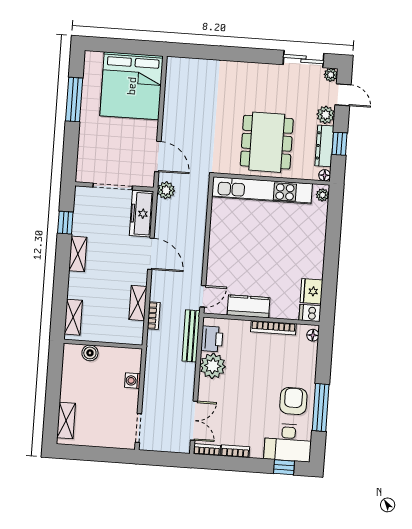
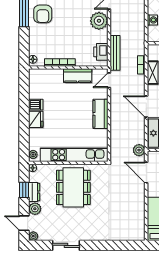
sliding door: (303, 59) -> (66, 245), moved
dresser: (324, 146) -> (34, 192), width x0.70
kitchen counter: (219, 248) -> (100, 114), added
fridge: (312, 291) -> (36, 119), moved
dishwasher: (310, 313) -> (36, 105), moved
plant: (213, 366) -> (99, 21), moved

